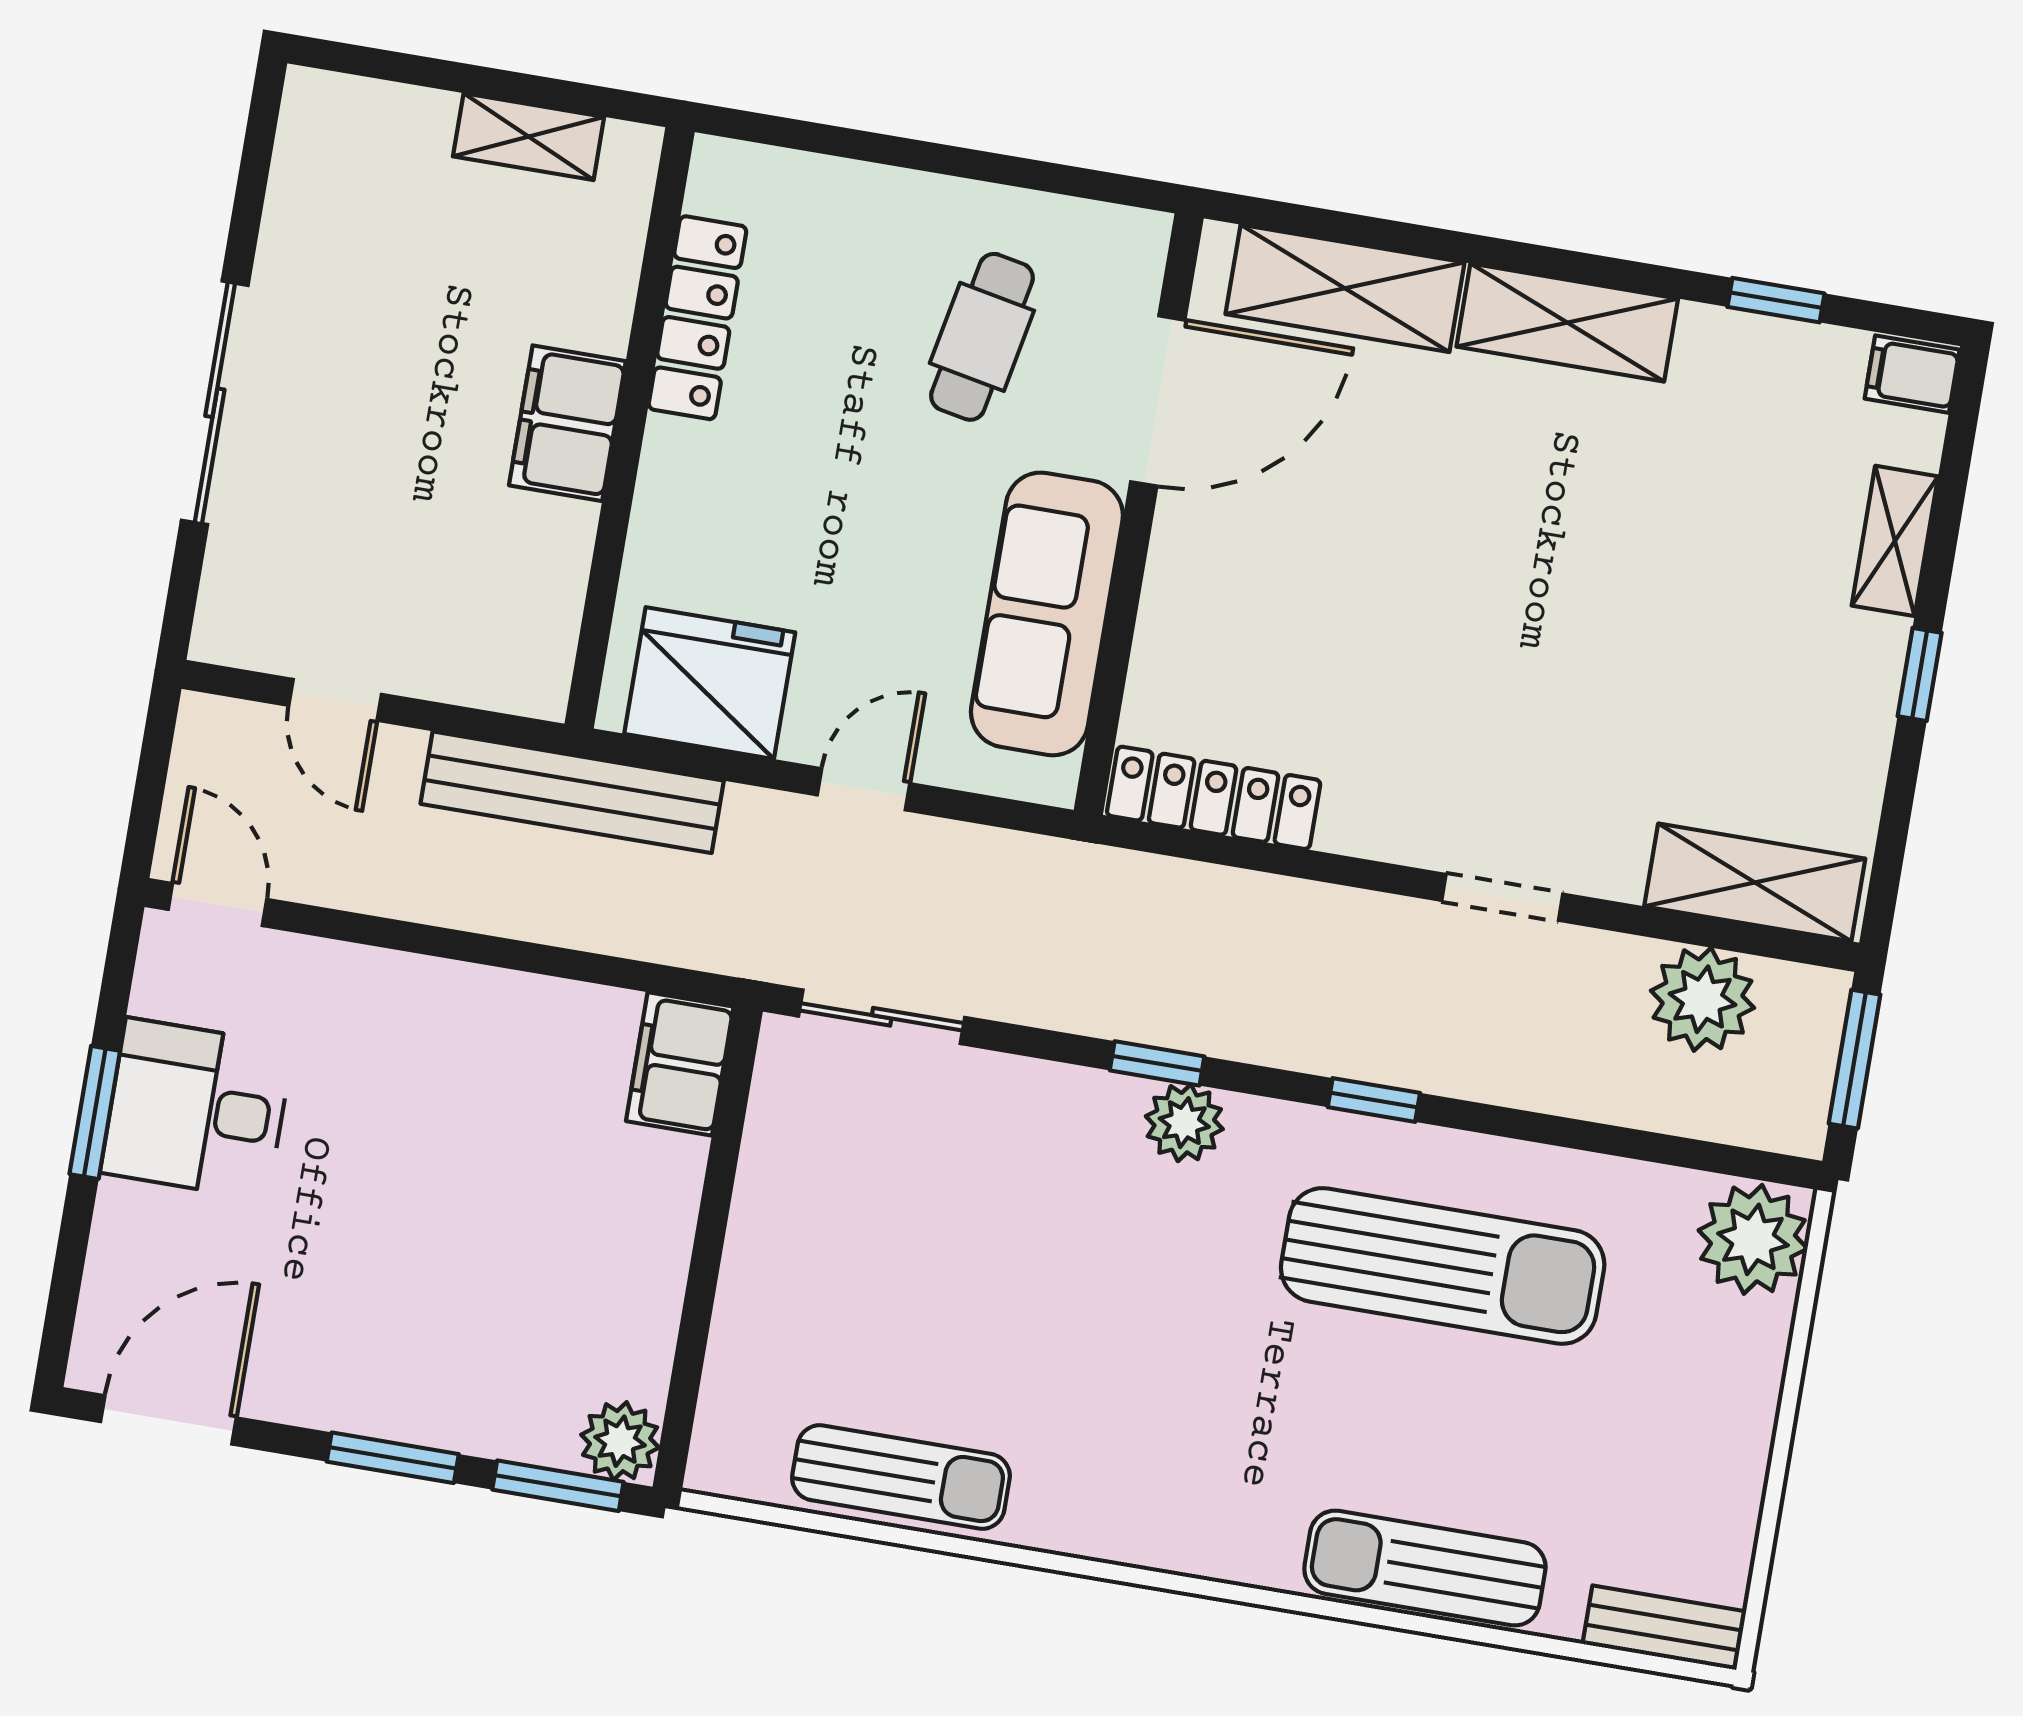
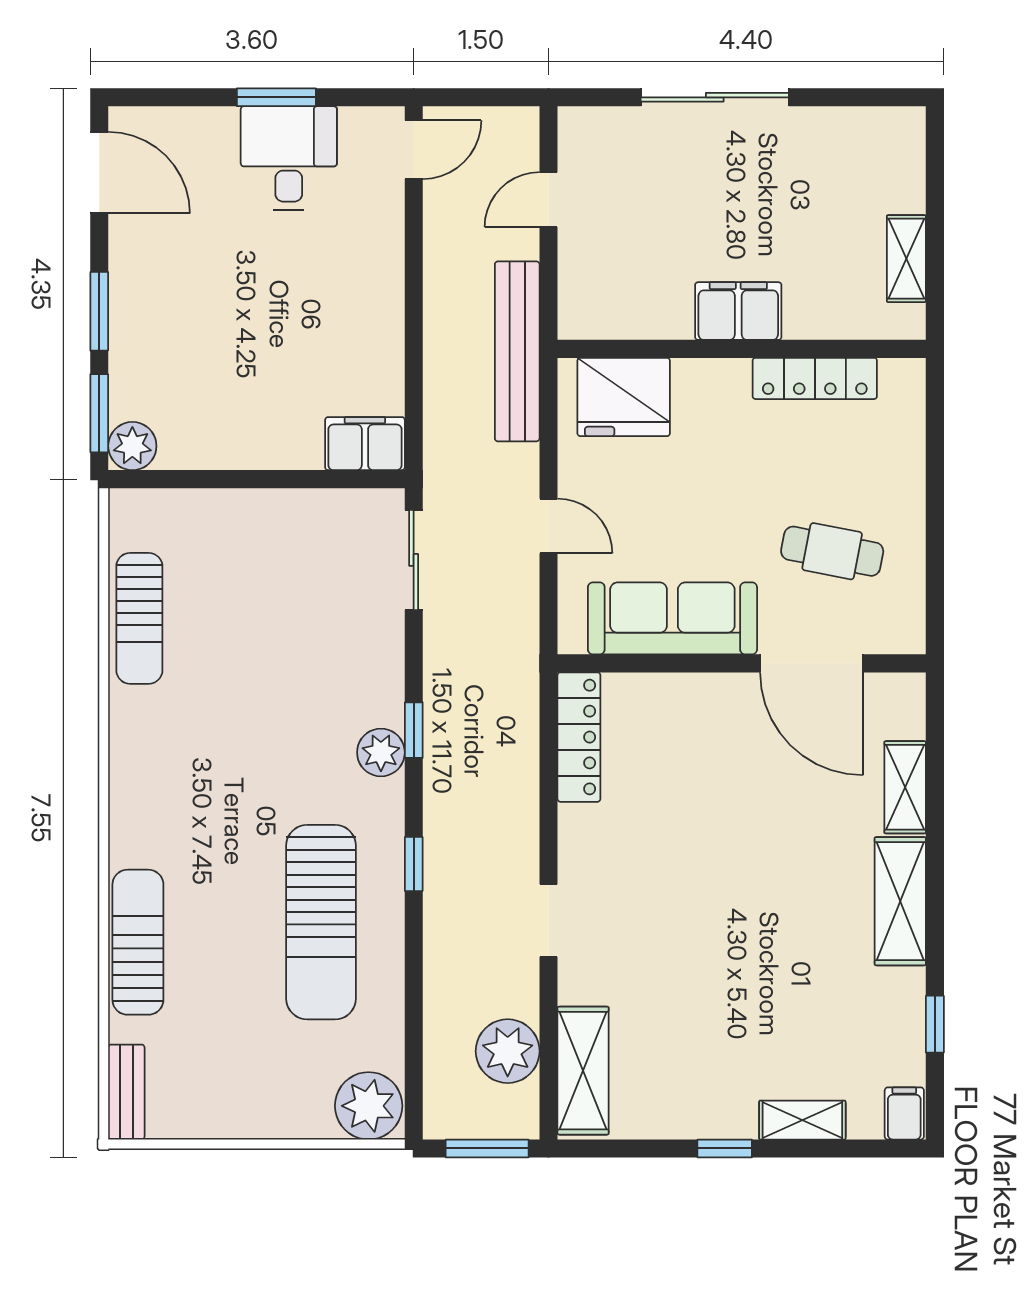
shelving: (1345, 288) -> (905, 787), width x0.67, depth x0.75
fridge: (710, 683) -> (624, 397), moved, turned 90

